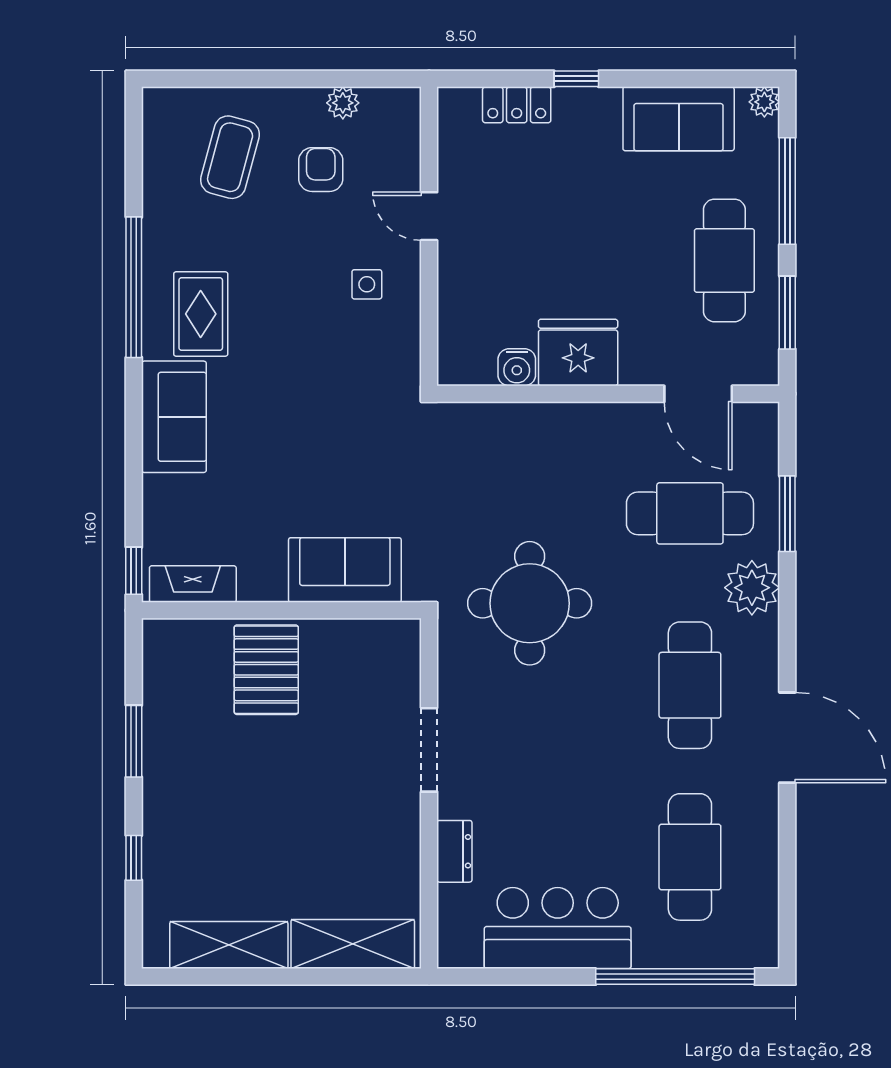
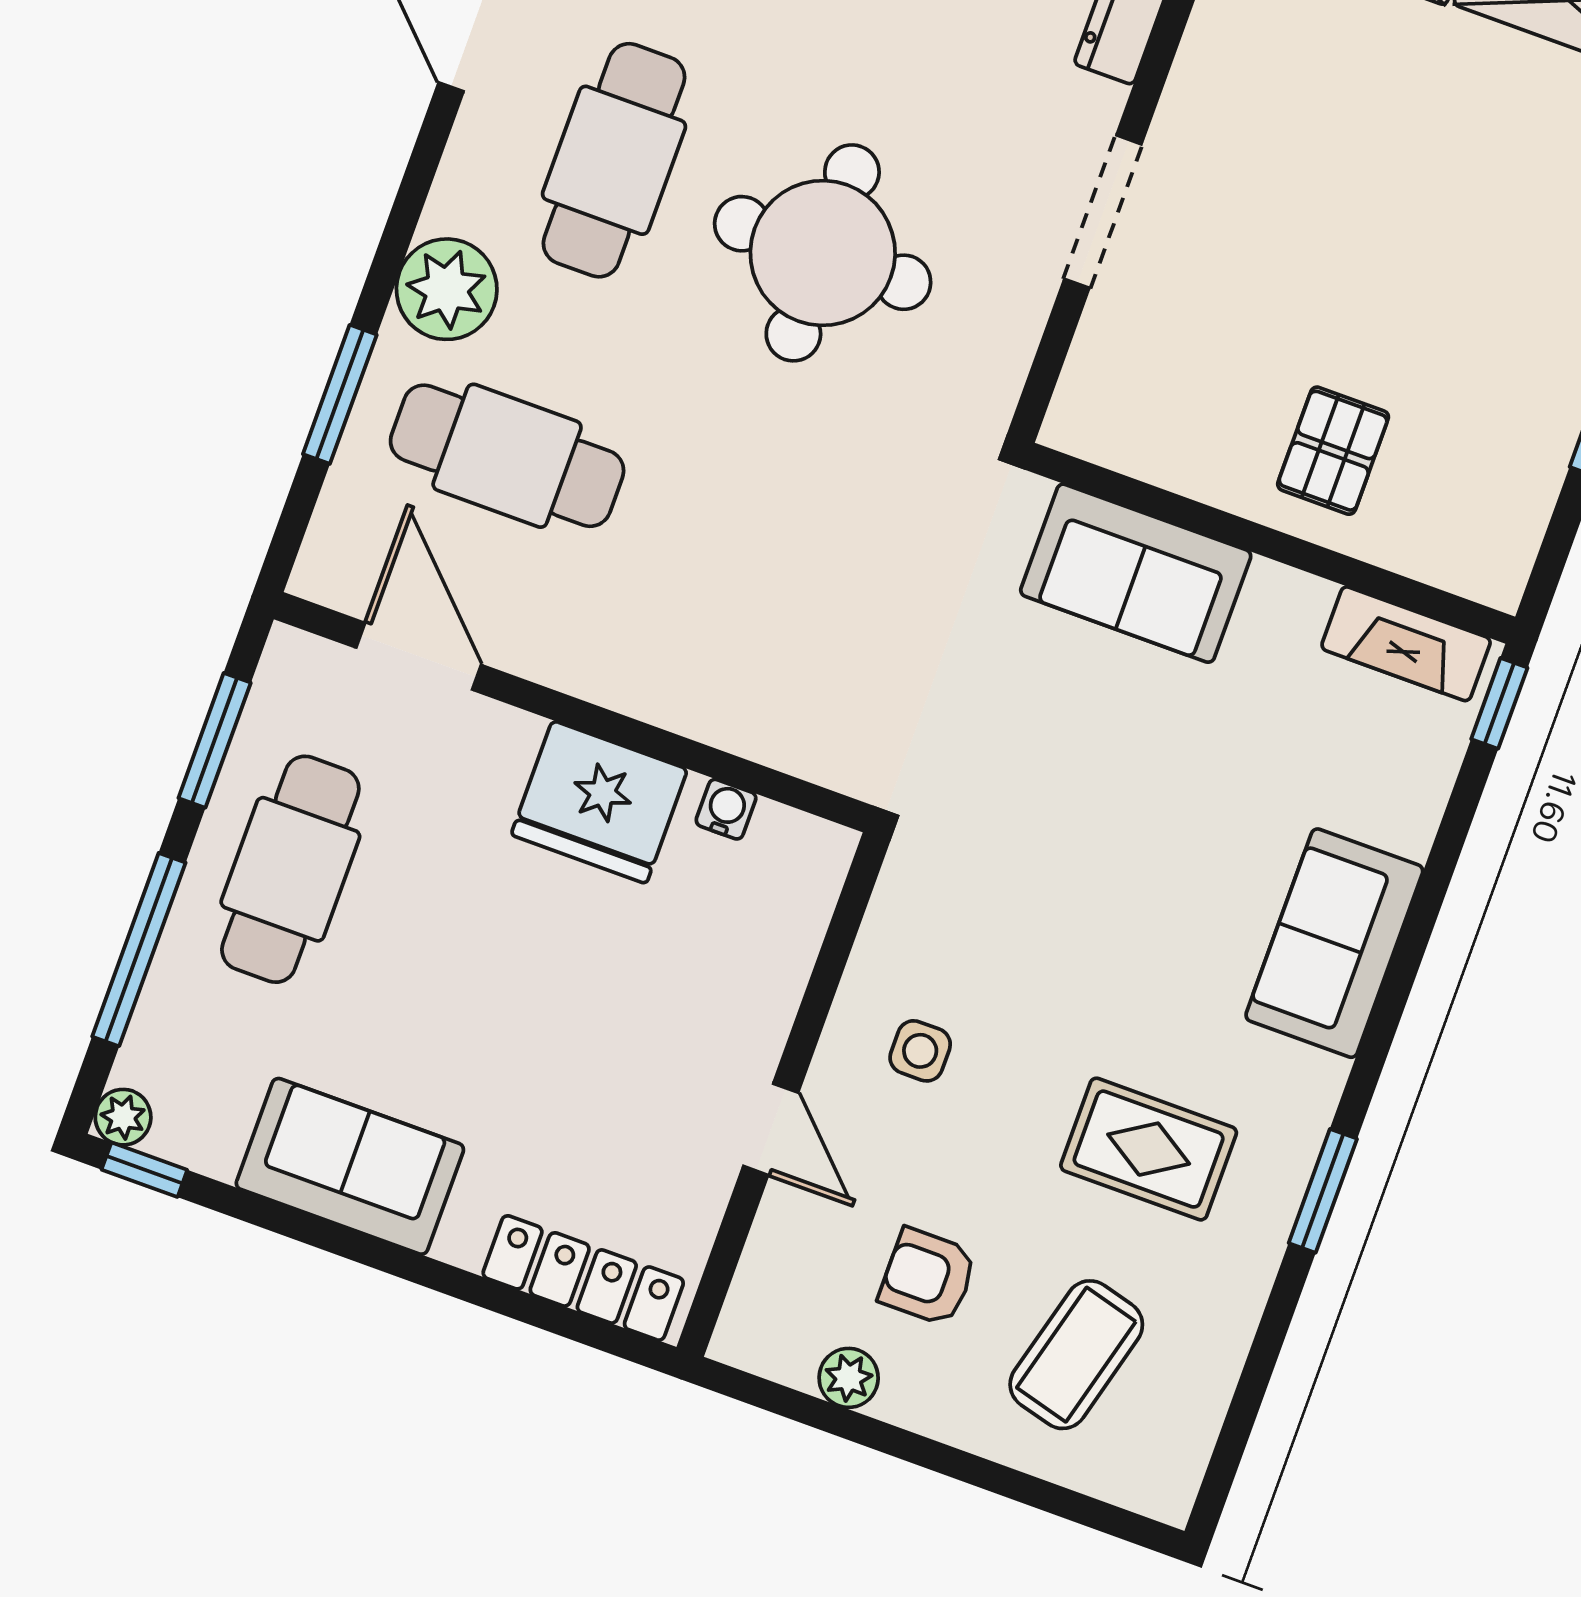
window: (576, 79) -> (144, 1170), moved
locker: (517, 105) -> (583, 1278), width x1.53
sofa: (679, 119) -> (350, 1166), moved
armchair: (321, 170) -> (928, 1277), turned 90
window: (134, 287) -> (1323, 1191), width x0.47
rug: (201, 314) -> (1149, 1149), moved, turned 90
water cooler: (517, 367) -> (726, 809), width x0.72, depth x0.72
round table: (530, 603) -> (823, 253), moved
pallet: (266, 670) -> (1333, 451), width x0.67, depth x0.71

